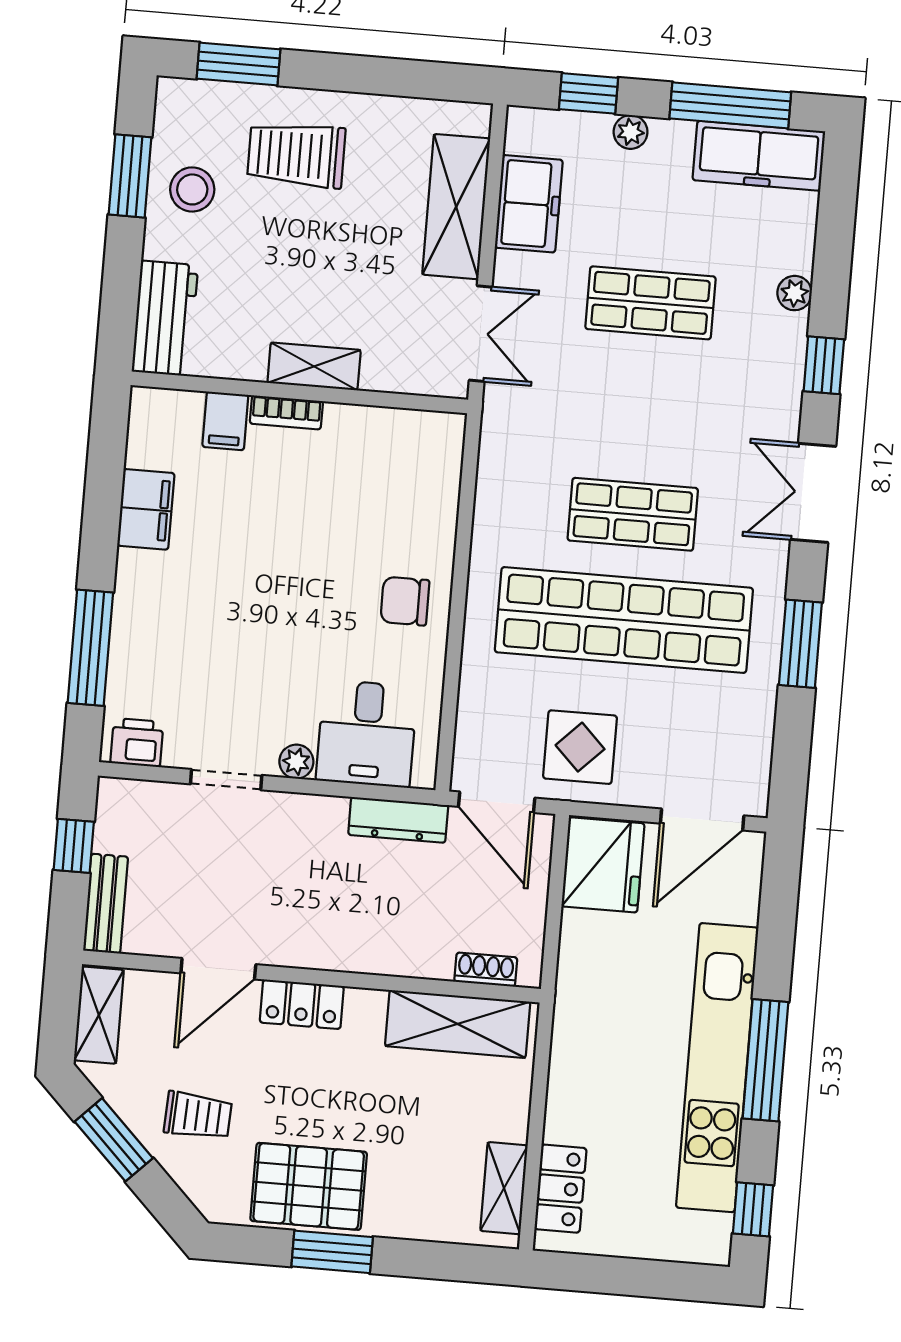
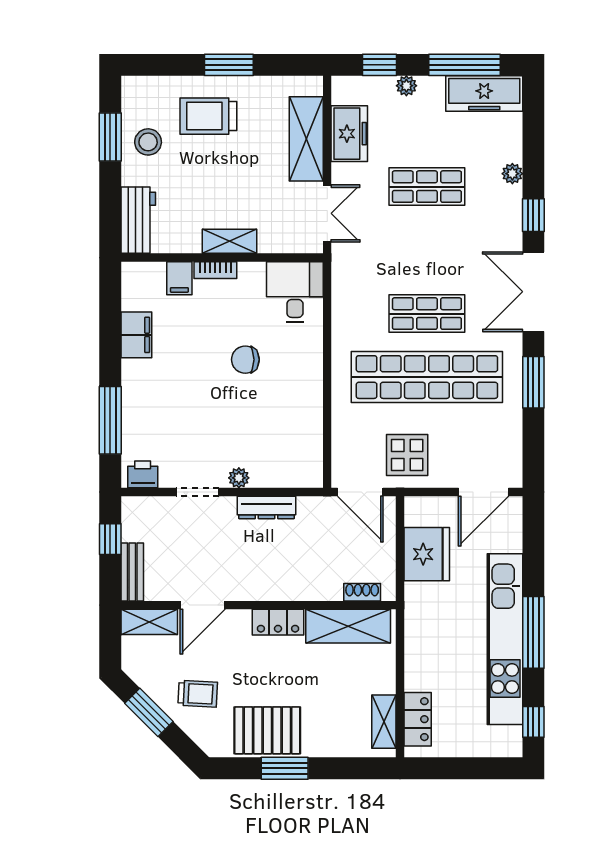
window: (238, 64) -> (229, 65), moved
double door: (813, 493) -> (533, 292), width x1.37
chair: (405, 601) -> (245, 360), moved
desk: (367, 734) -> (295, 292), moved, turned 180
dresser: (398, 820) -> (266, 507), moved
fridge: (603, 865) -> (427, 554), moved
locker: (302, 1004) -> (278, 622), moved
shelving: (99, 1015) -> (149, 622), moved, turned 90

